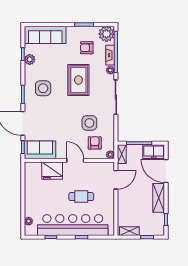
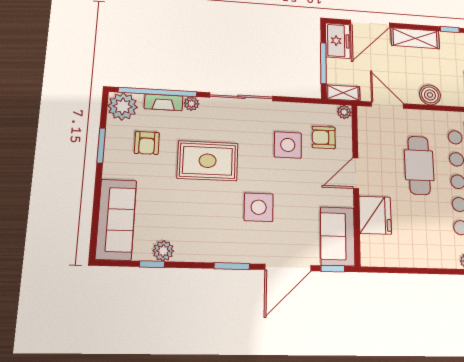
side table: (43, 88) -> (259, 207), moved
cafe table: (81, 197) -> (419, 165), width x1.37, depth x1.35
boiler: (124, 205) -> (430, 95), added

